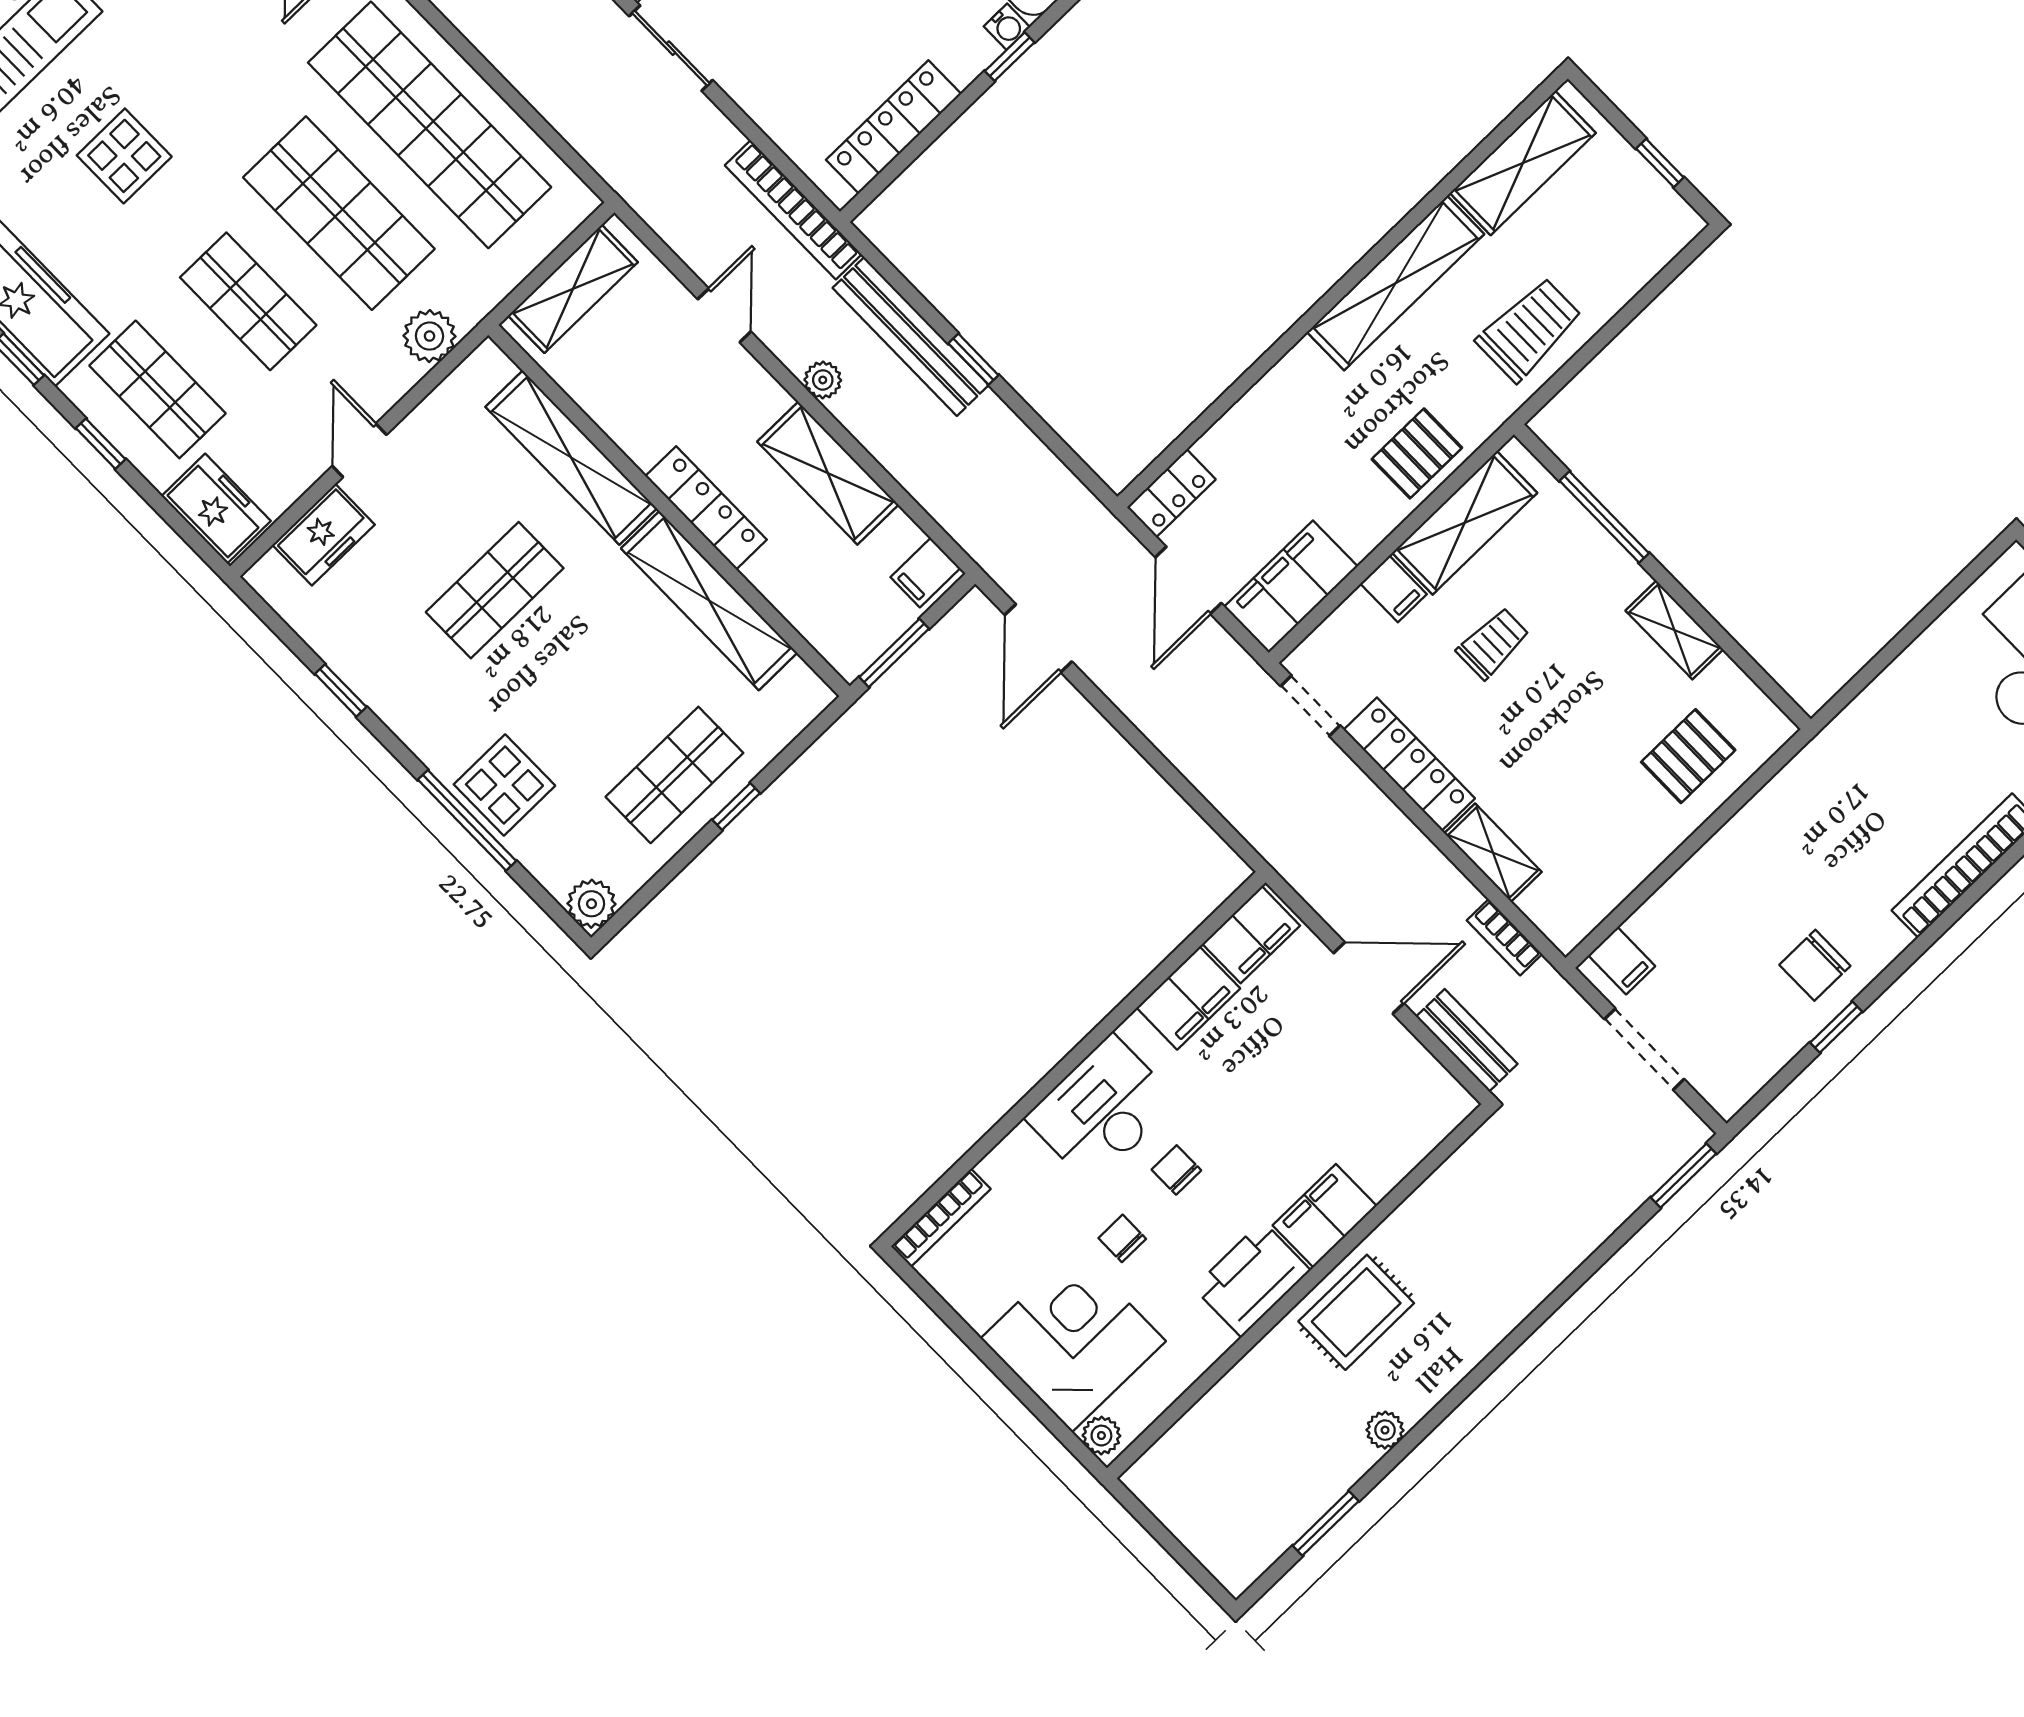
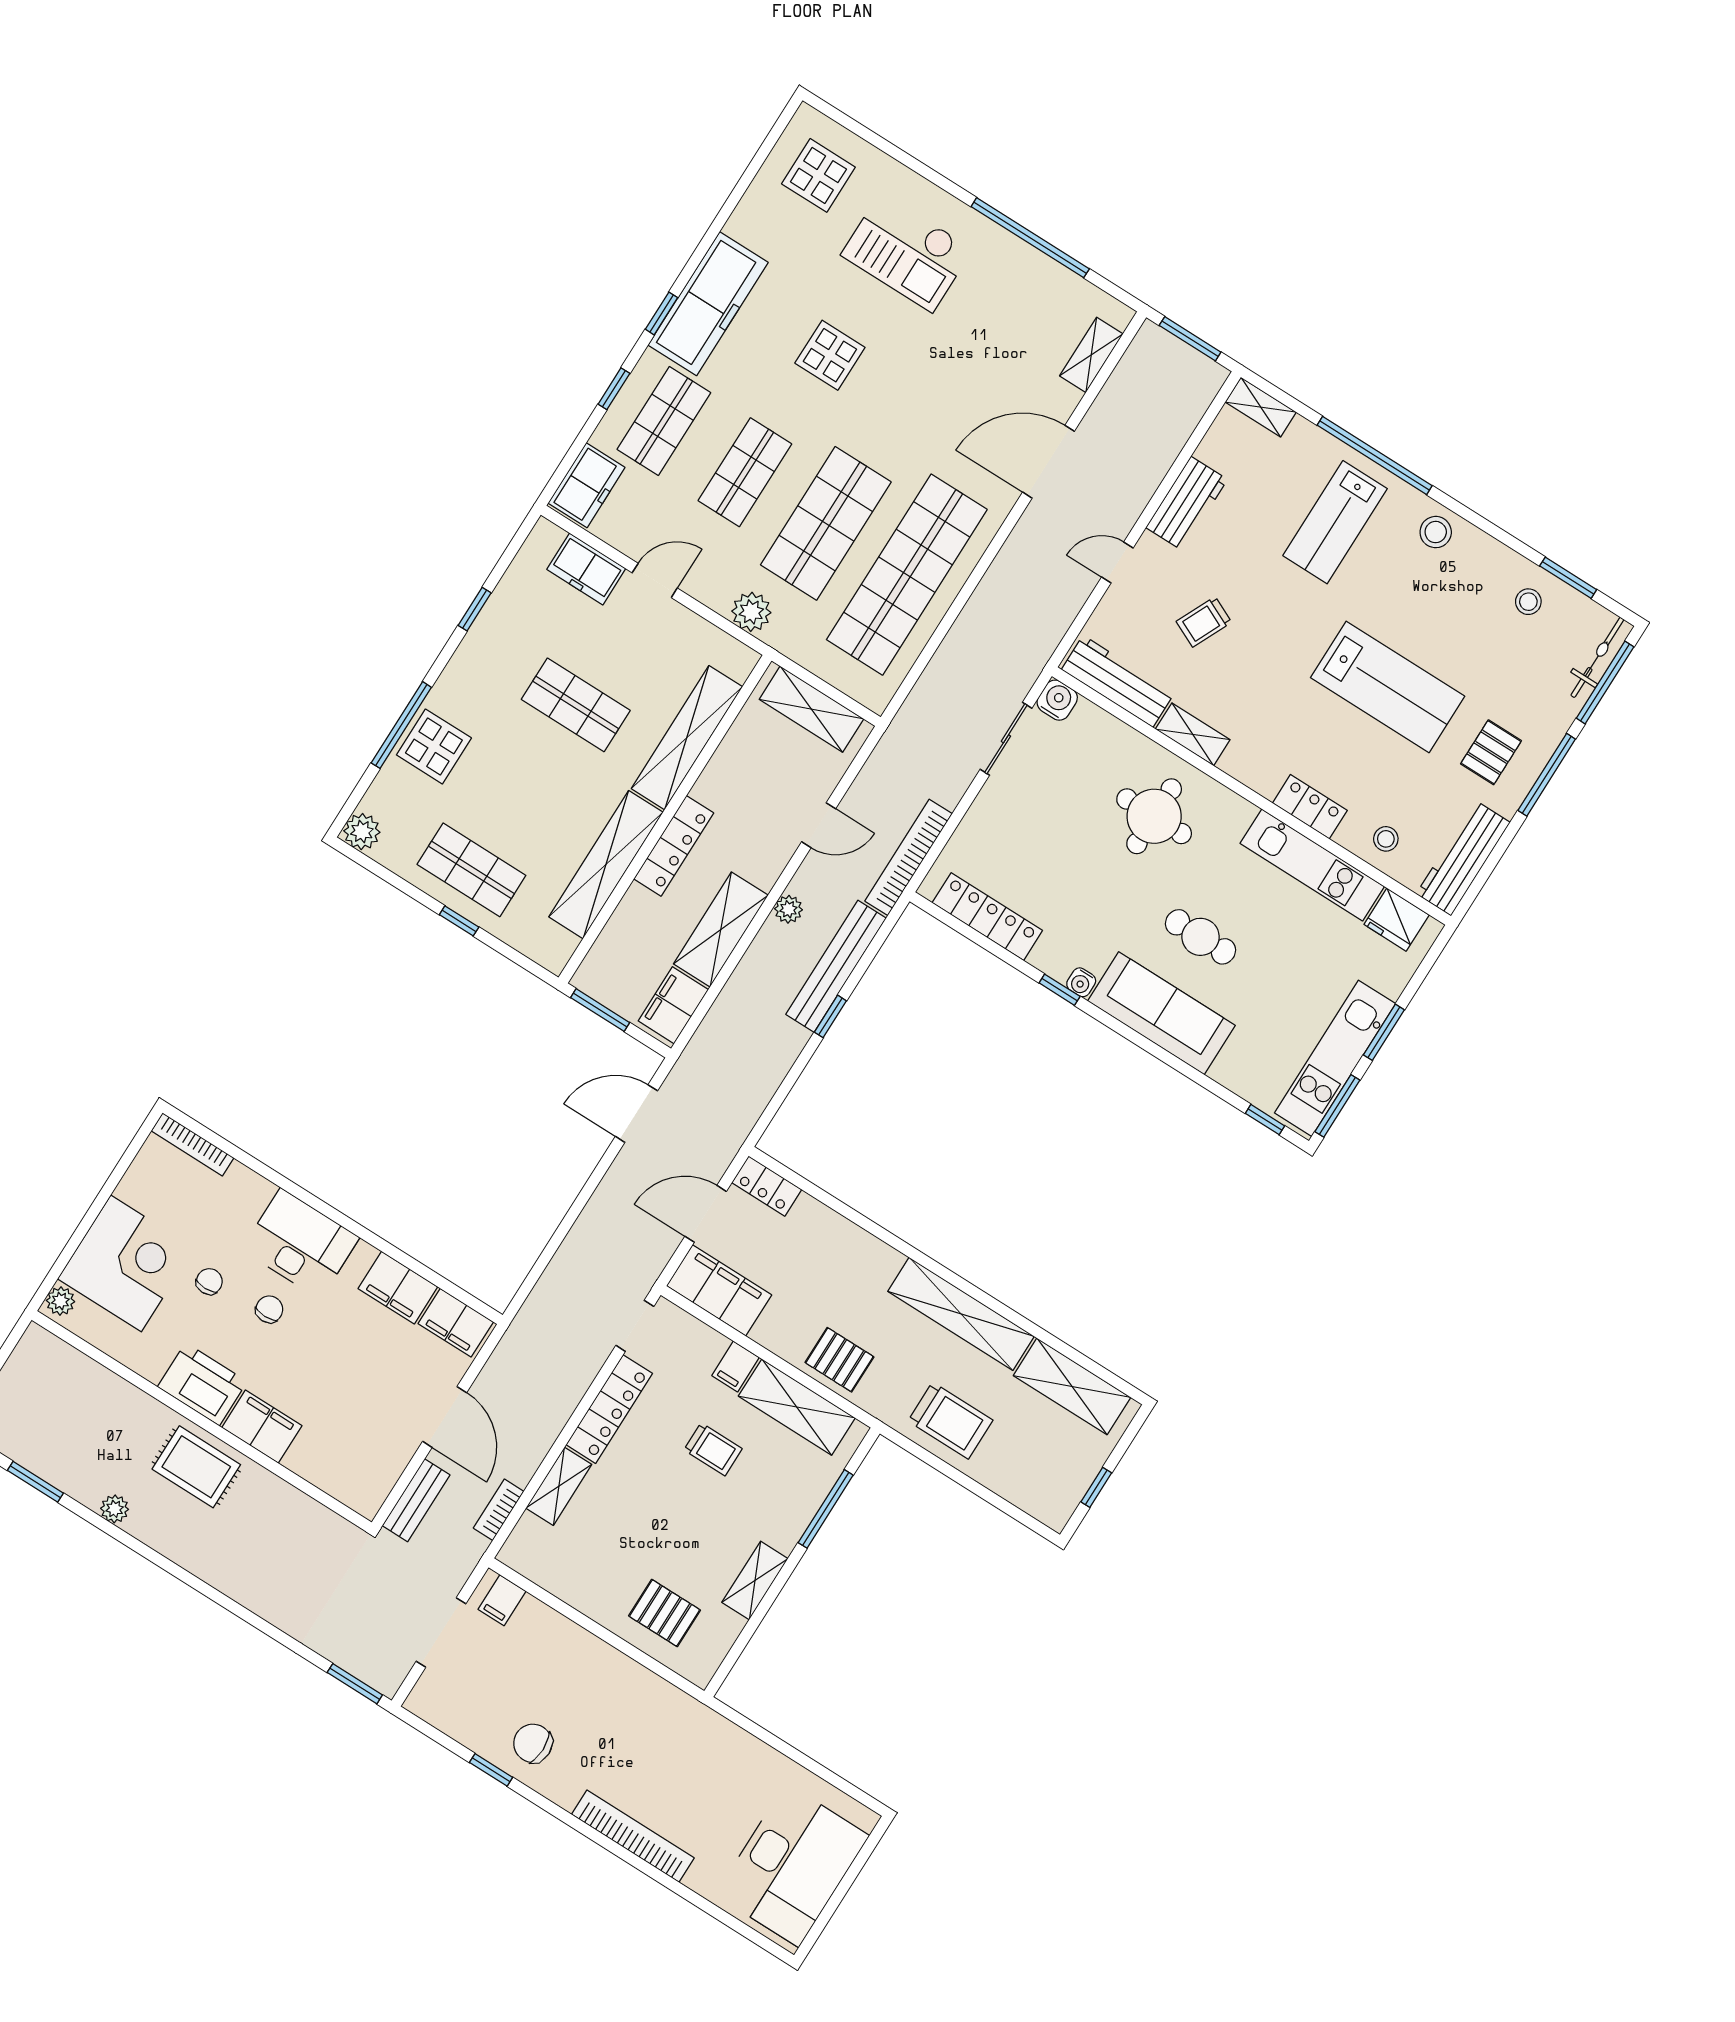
filing cabinet: (925, 573) -> (673, 1005), width x2.00

